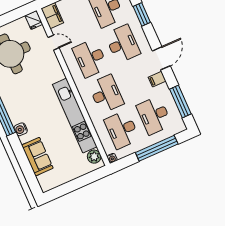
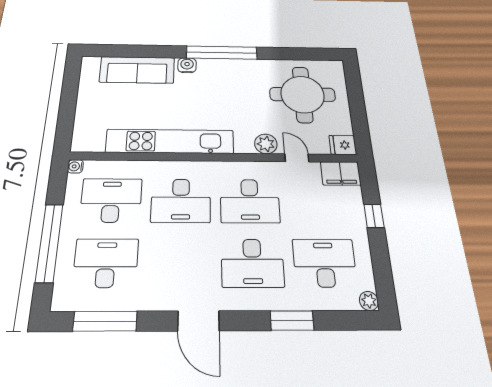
door: (54, 43) -> (297, 158), swing flipped
desk: (90, 58) -> (250, 201), turned 180
filing cabinet: (157, 79) -> (165, 297), removed
sofa: (37, 157) -> (137, 70), width x1.36
plant: (94, 157) -> (266, 144), moved

